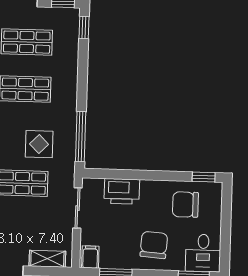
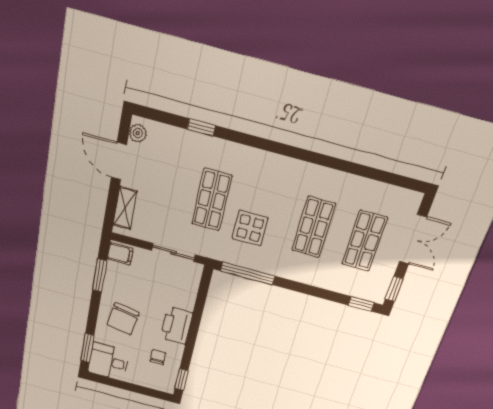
printer: (122, 191) -> (177, 326), moved
chair: (185, 205) -> (158, 357), width x0.54, depth x0.54
chair: (154, 245) -> (123, 319), turned 95

